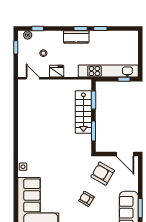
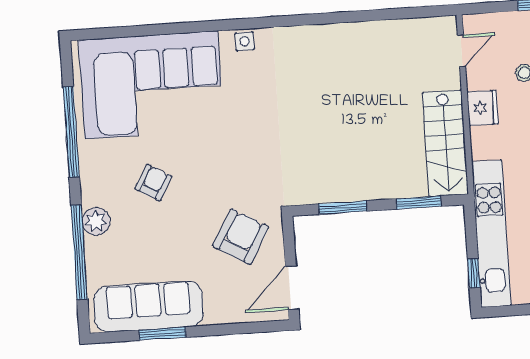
stairs: (83, 112) -> (445, 143), moved, turned -90
armchair: (86, 199) -> (153, 183), moved

